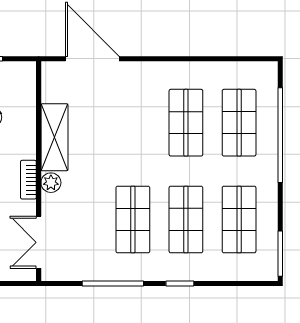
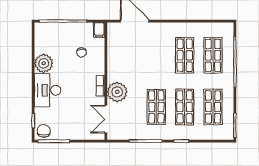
filing cabinet: (26, 75) -> (99, 30), added
shelving: (54, 137) -> (114, 63), removed
plant: (51, 183) -> (117, 92), width x1.88, depth x1.88

